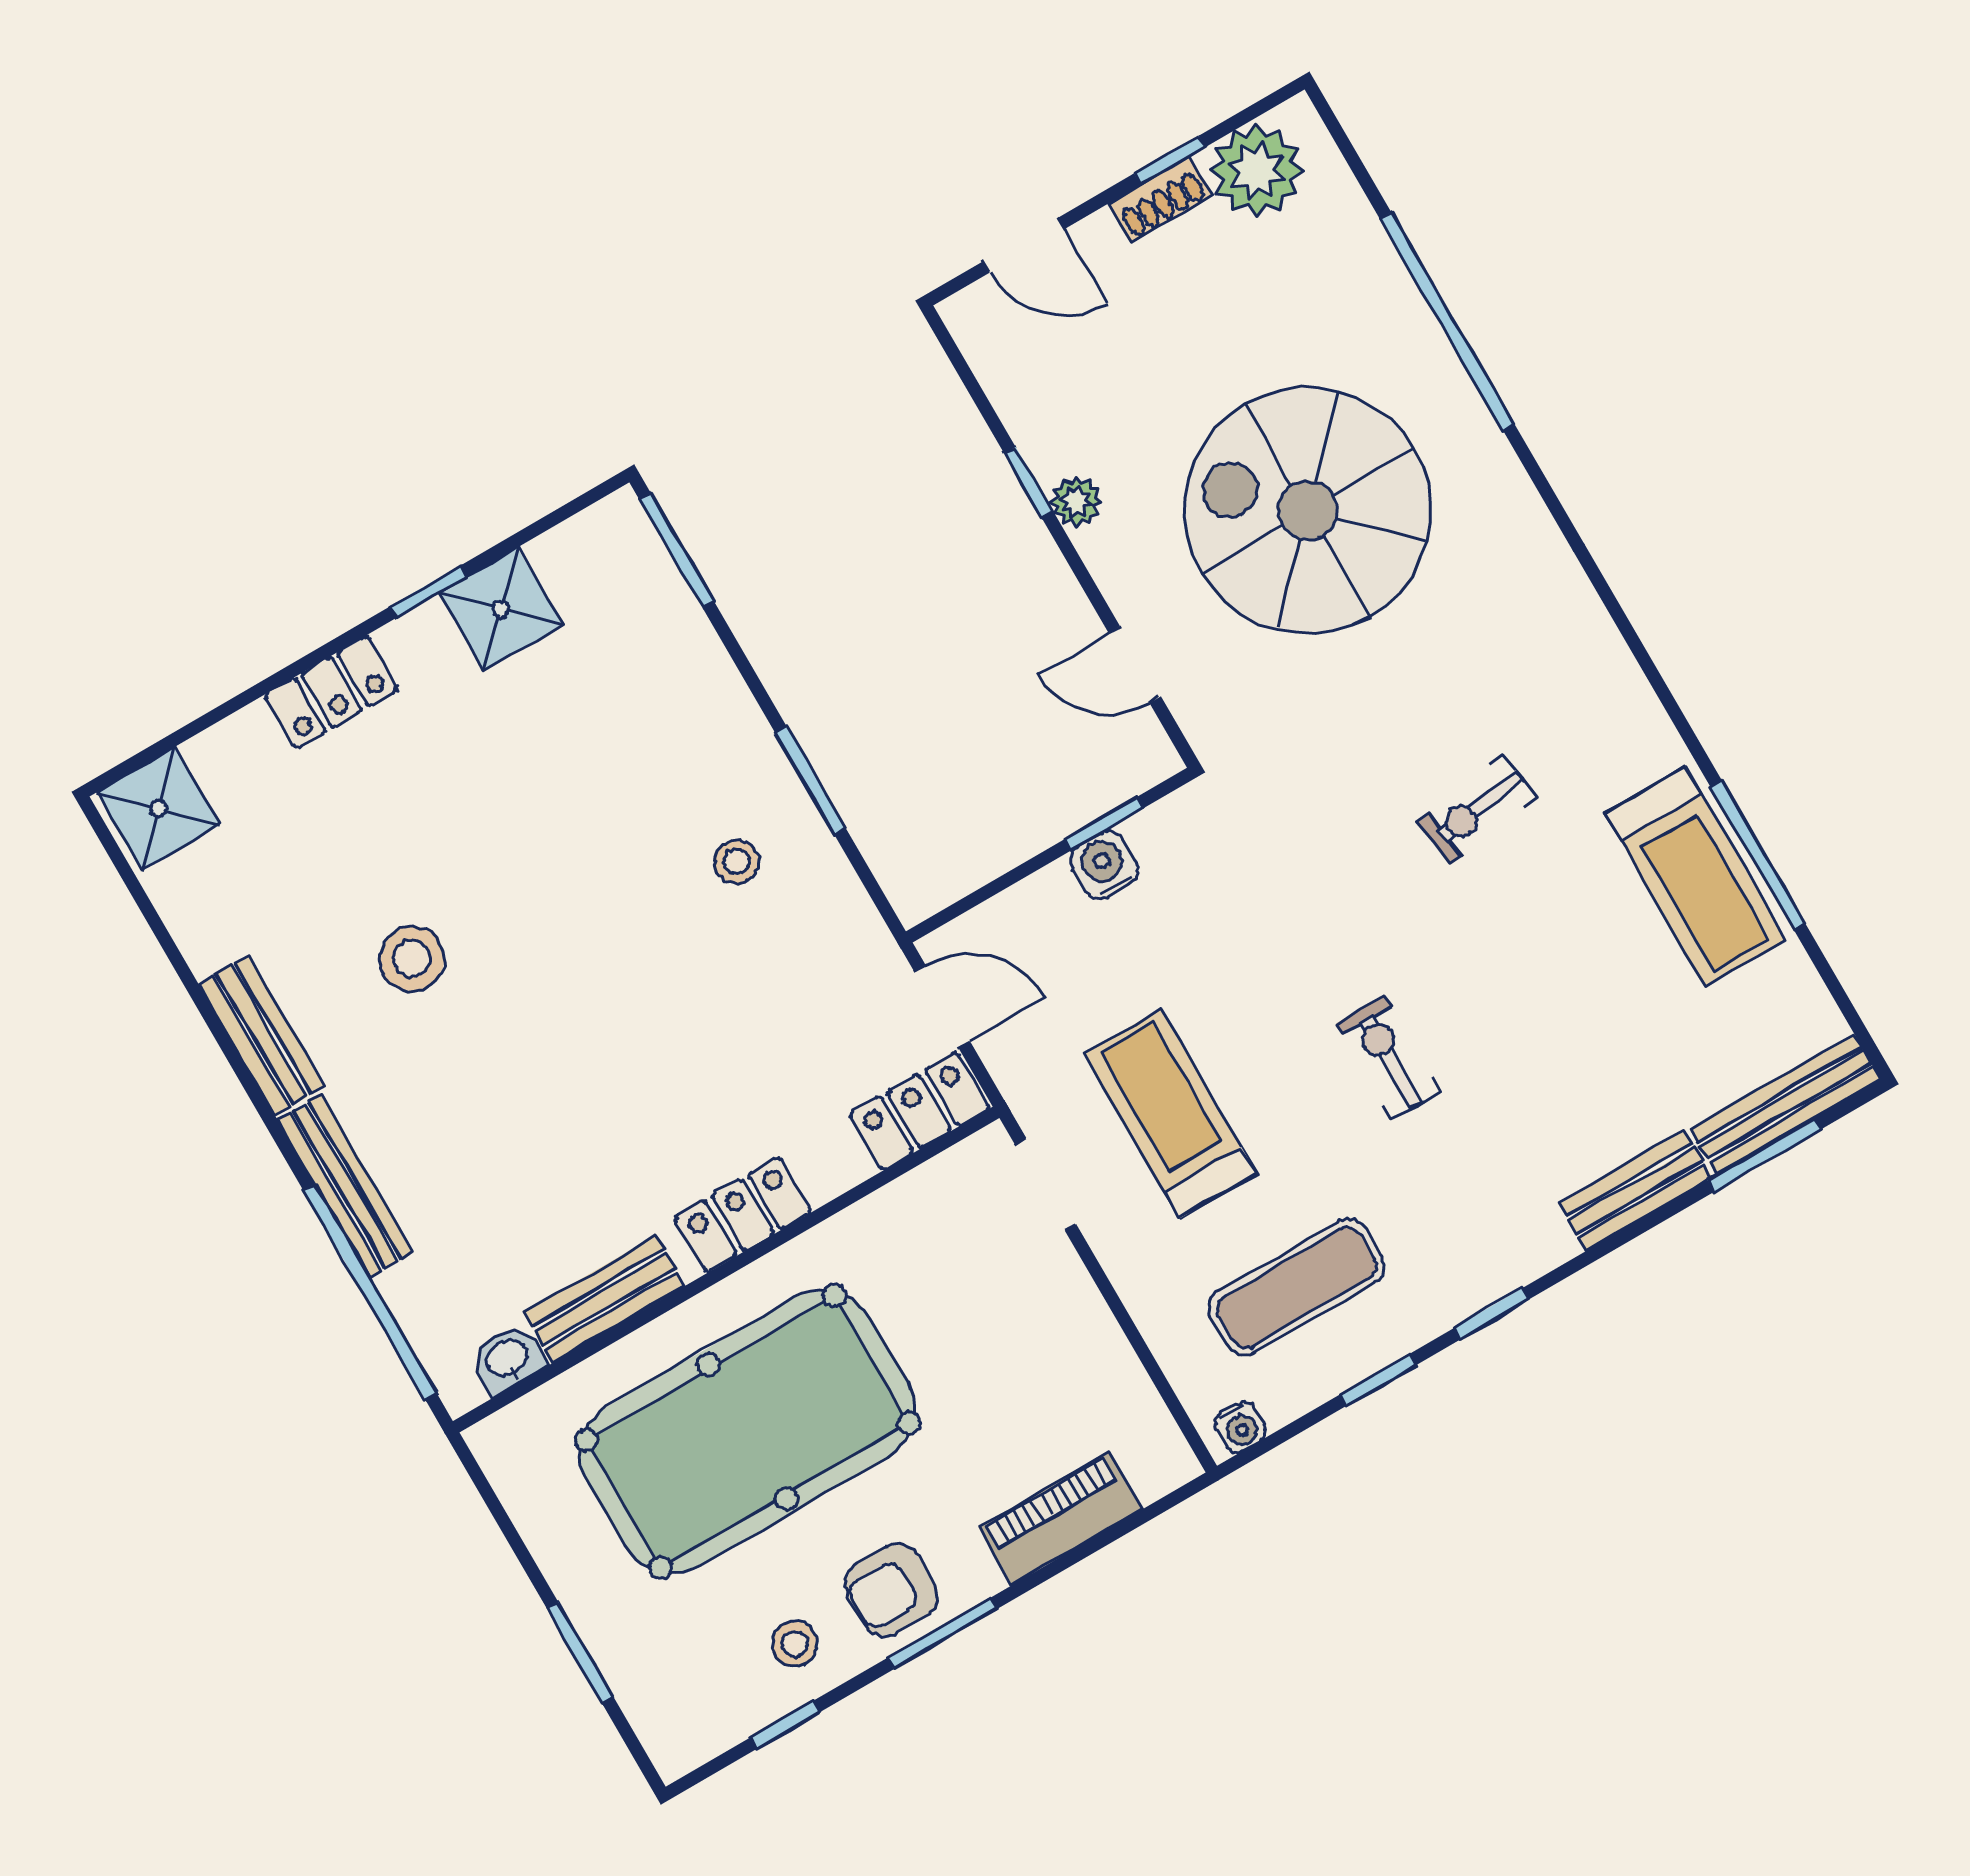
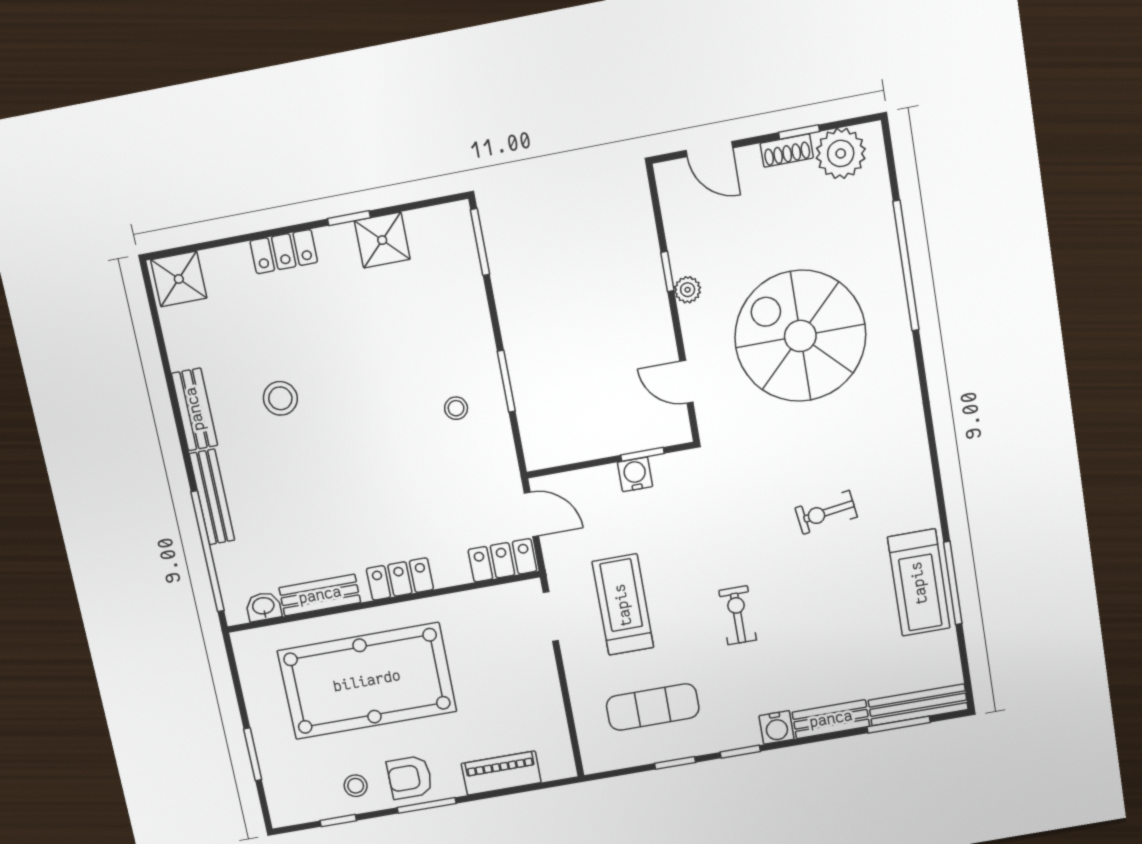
water cooler: (1240, 1427) -> (777, 727), moved, width x1.38, depth x1.38

